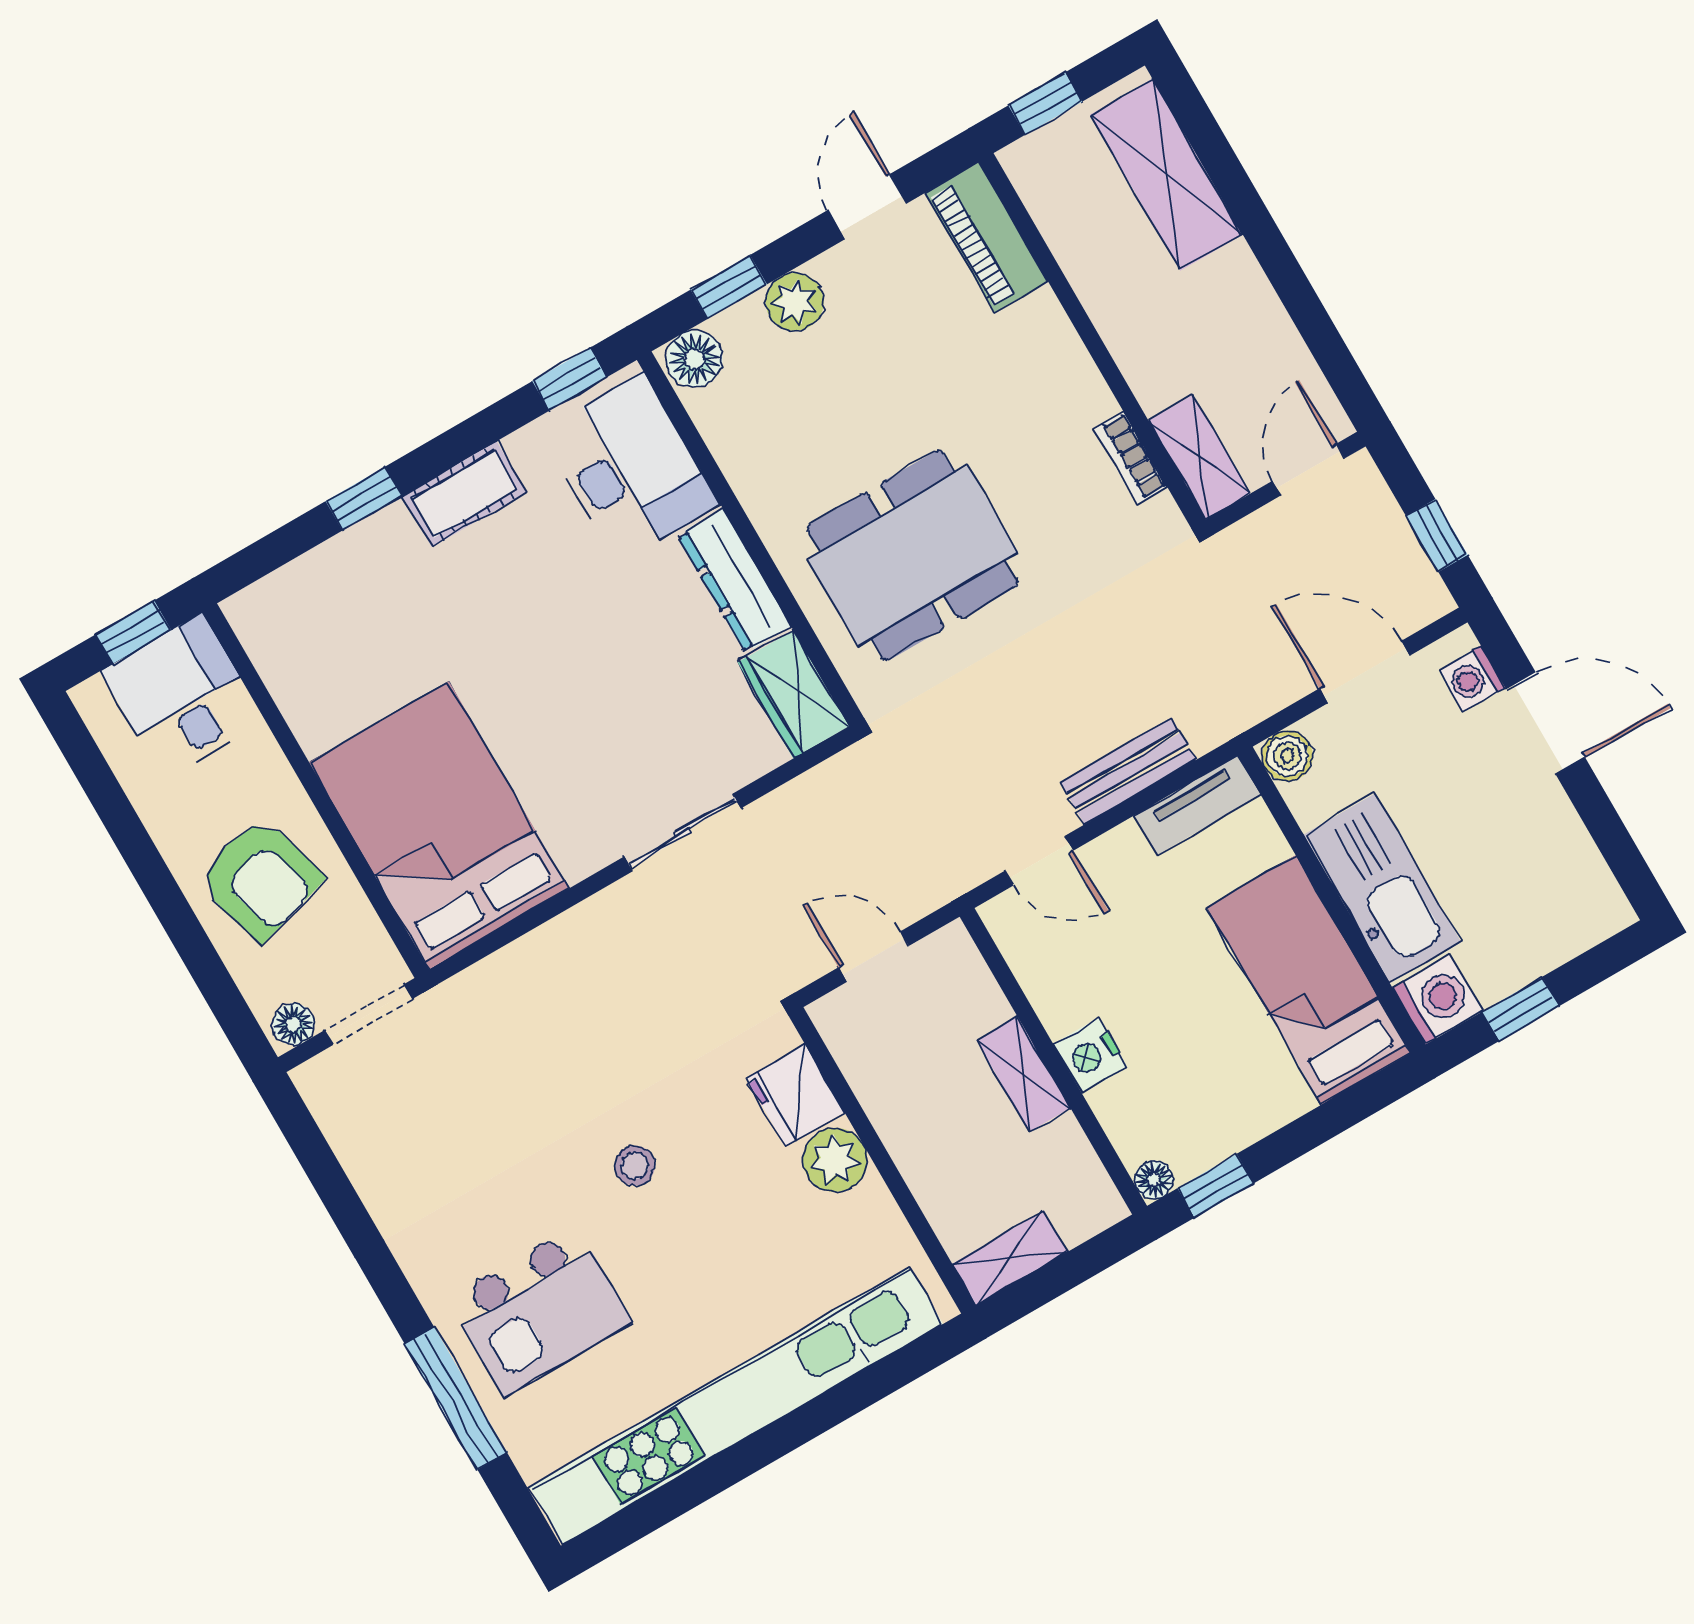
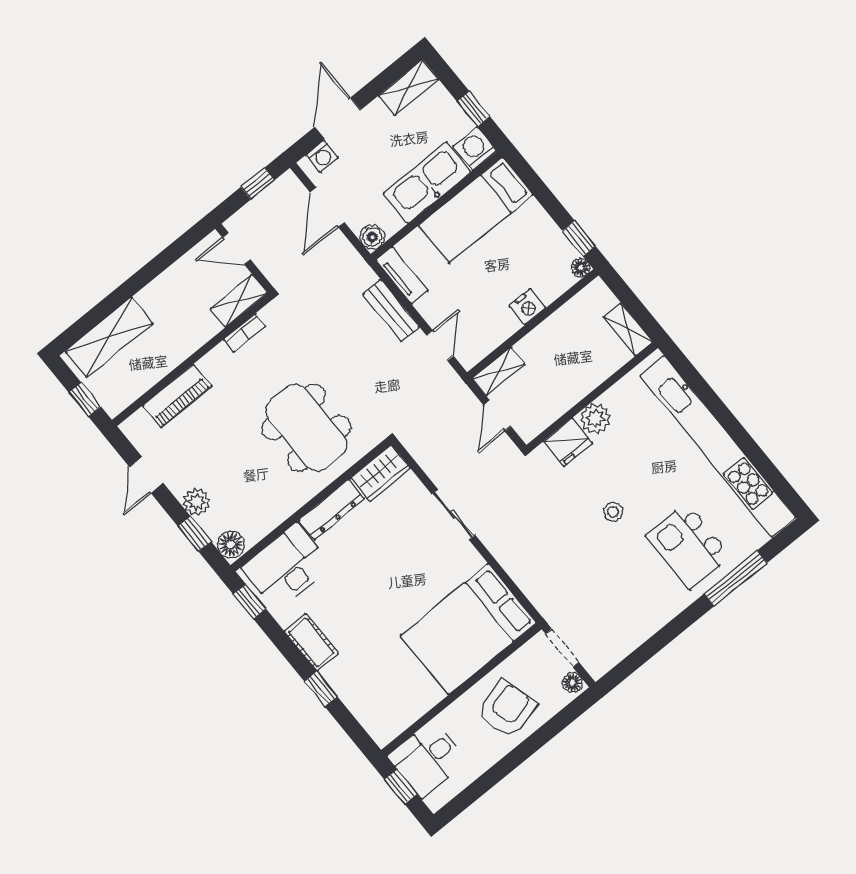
door: (867, 207) -> (146, 475), hinge flipped
piano: (987, 237) -> (177, 396), moved
shelving: (1586, 882) -> (409, 88), added
shelving: (1024, 1074) -> (499, 371), moved
kitchen island: (540, 1311) -> (688, 546), turned 180

